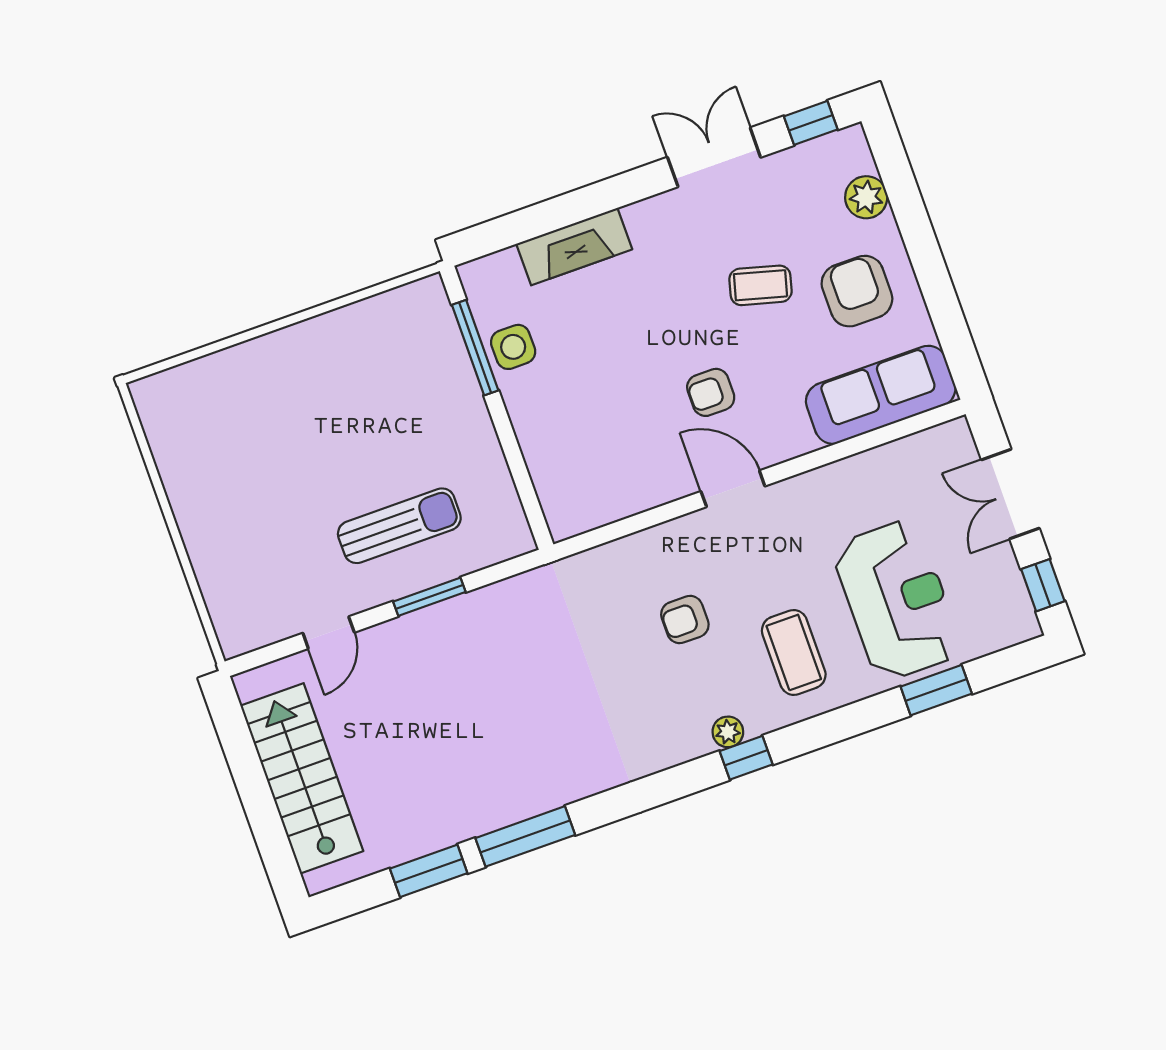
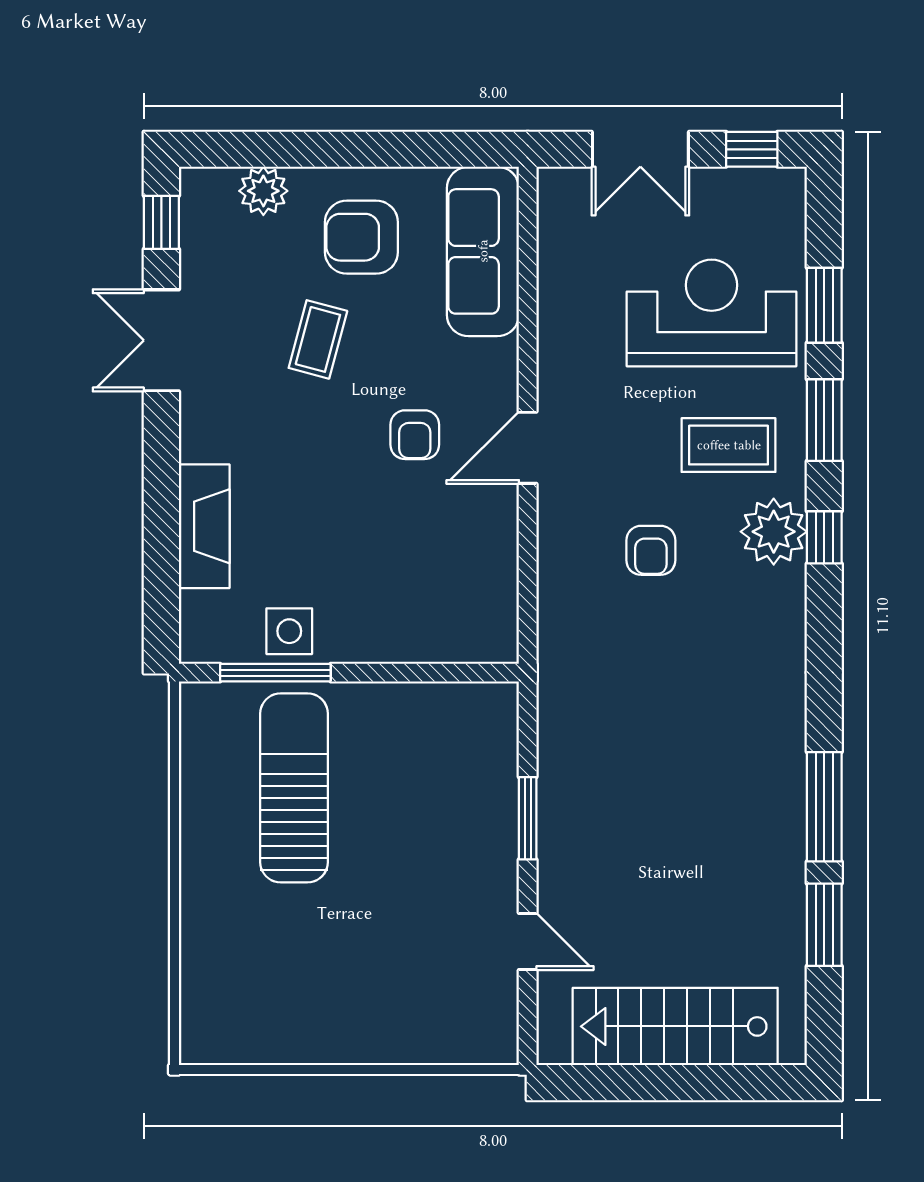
sun lounger: (399, 526) -> (294, 788), moved, width x1.36, depth x1.34
window: (842, 724) -> (824, 420), added
plant: (728, 732) -> (774, 532), width x1.88, depth x1.88

